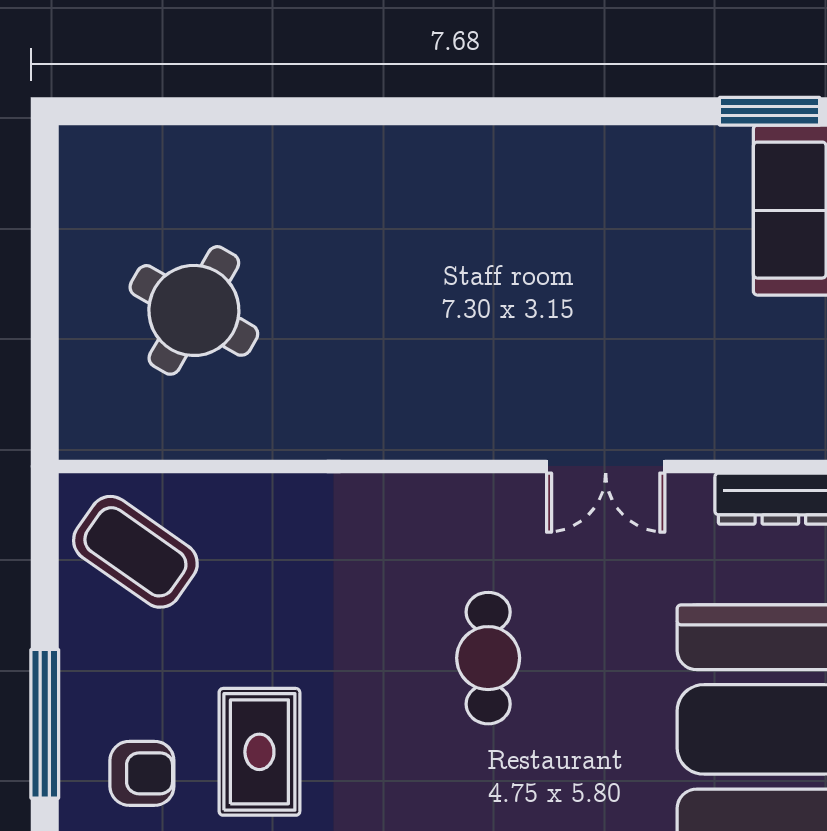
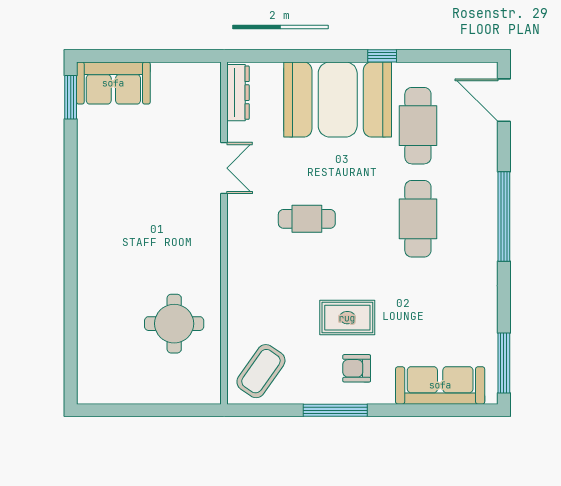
round table: (194, 310) -> (174, 324), moved, turned -30
armchair: (142, 773) -> (357, 368), turned -90

